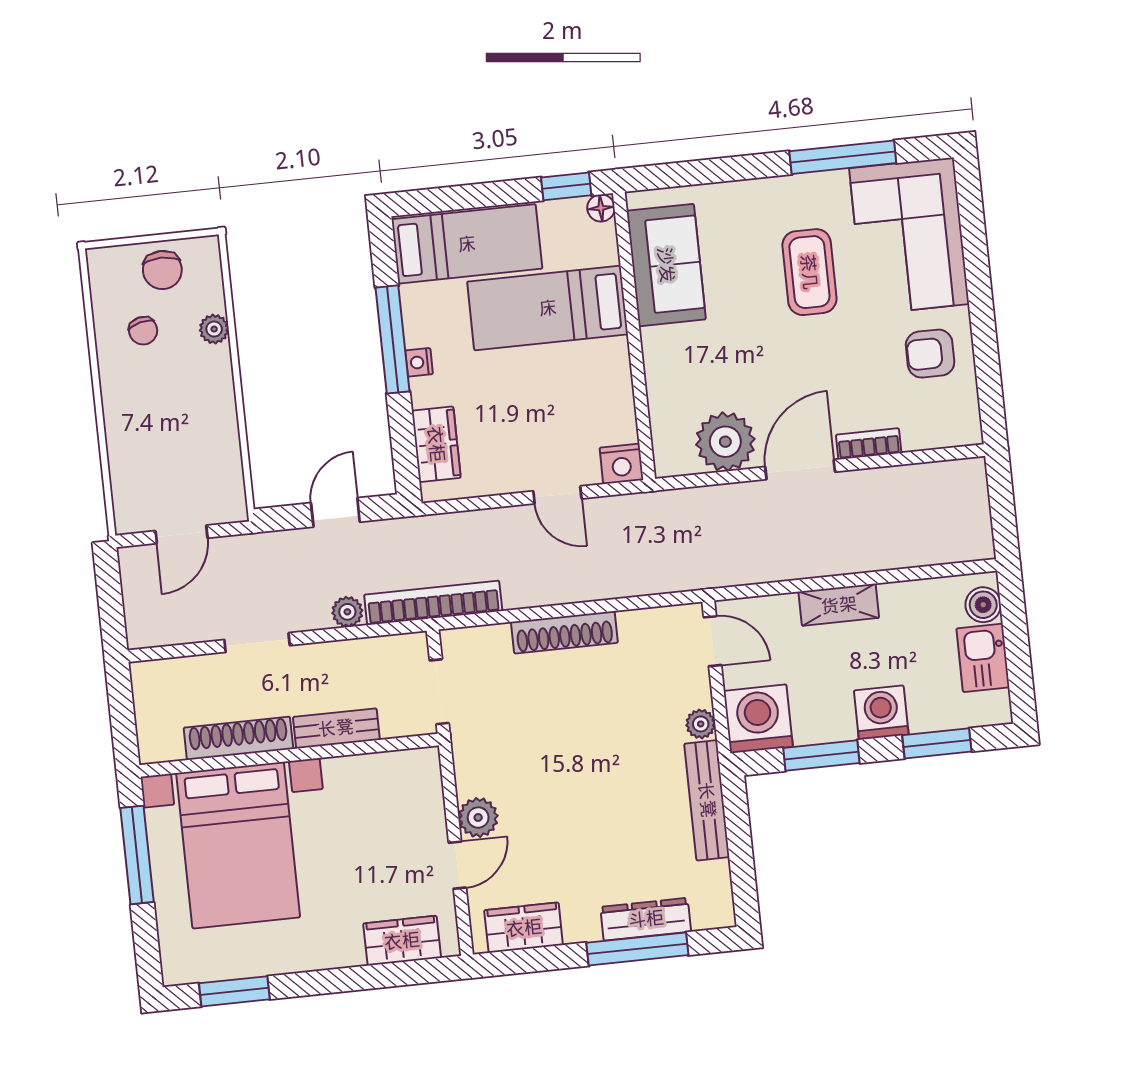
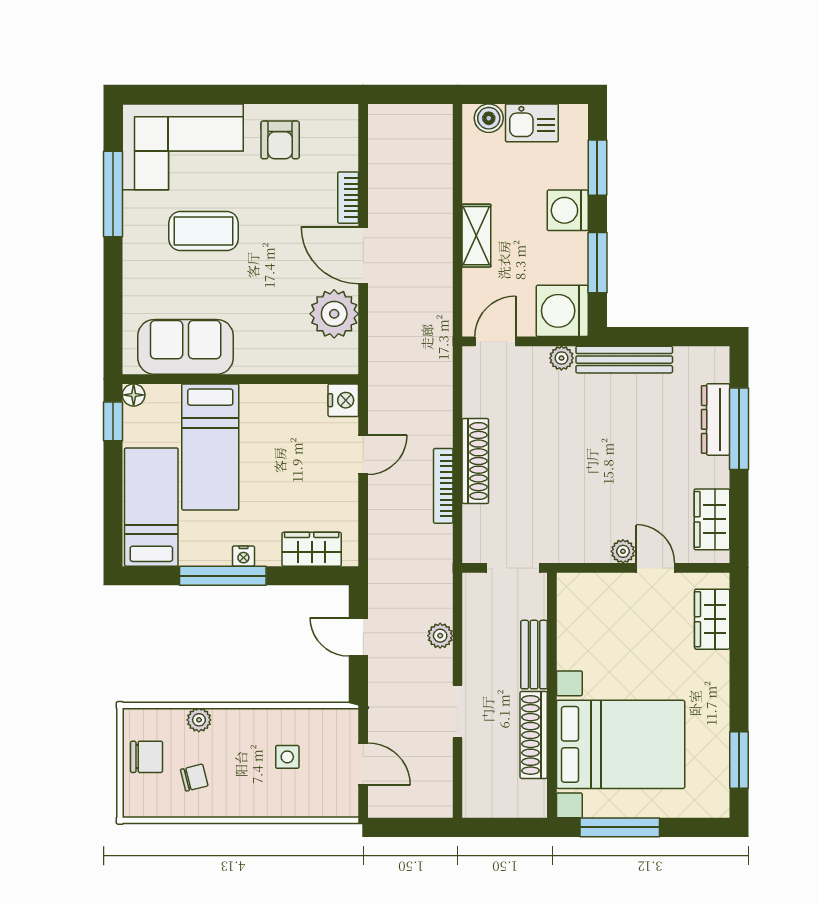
side table: (180, 441) -> (287, 757), added
bookcase: (433, 603) -> (443, 486), moved, width x0.68, depth x0.76
plant: (478, 818) -> (623, 551), width x0.73, depth x0.73

